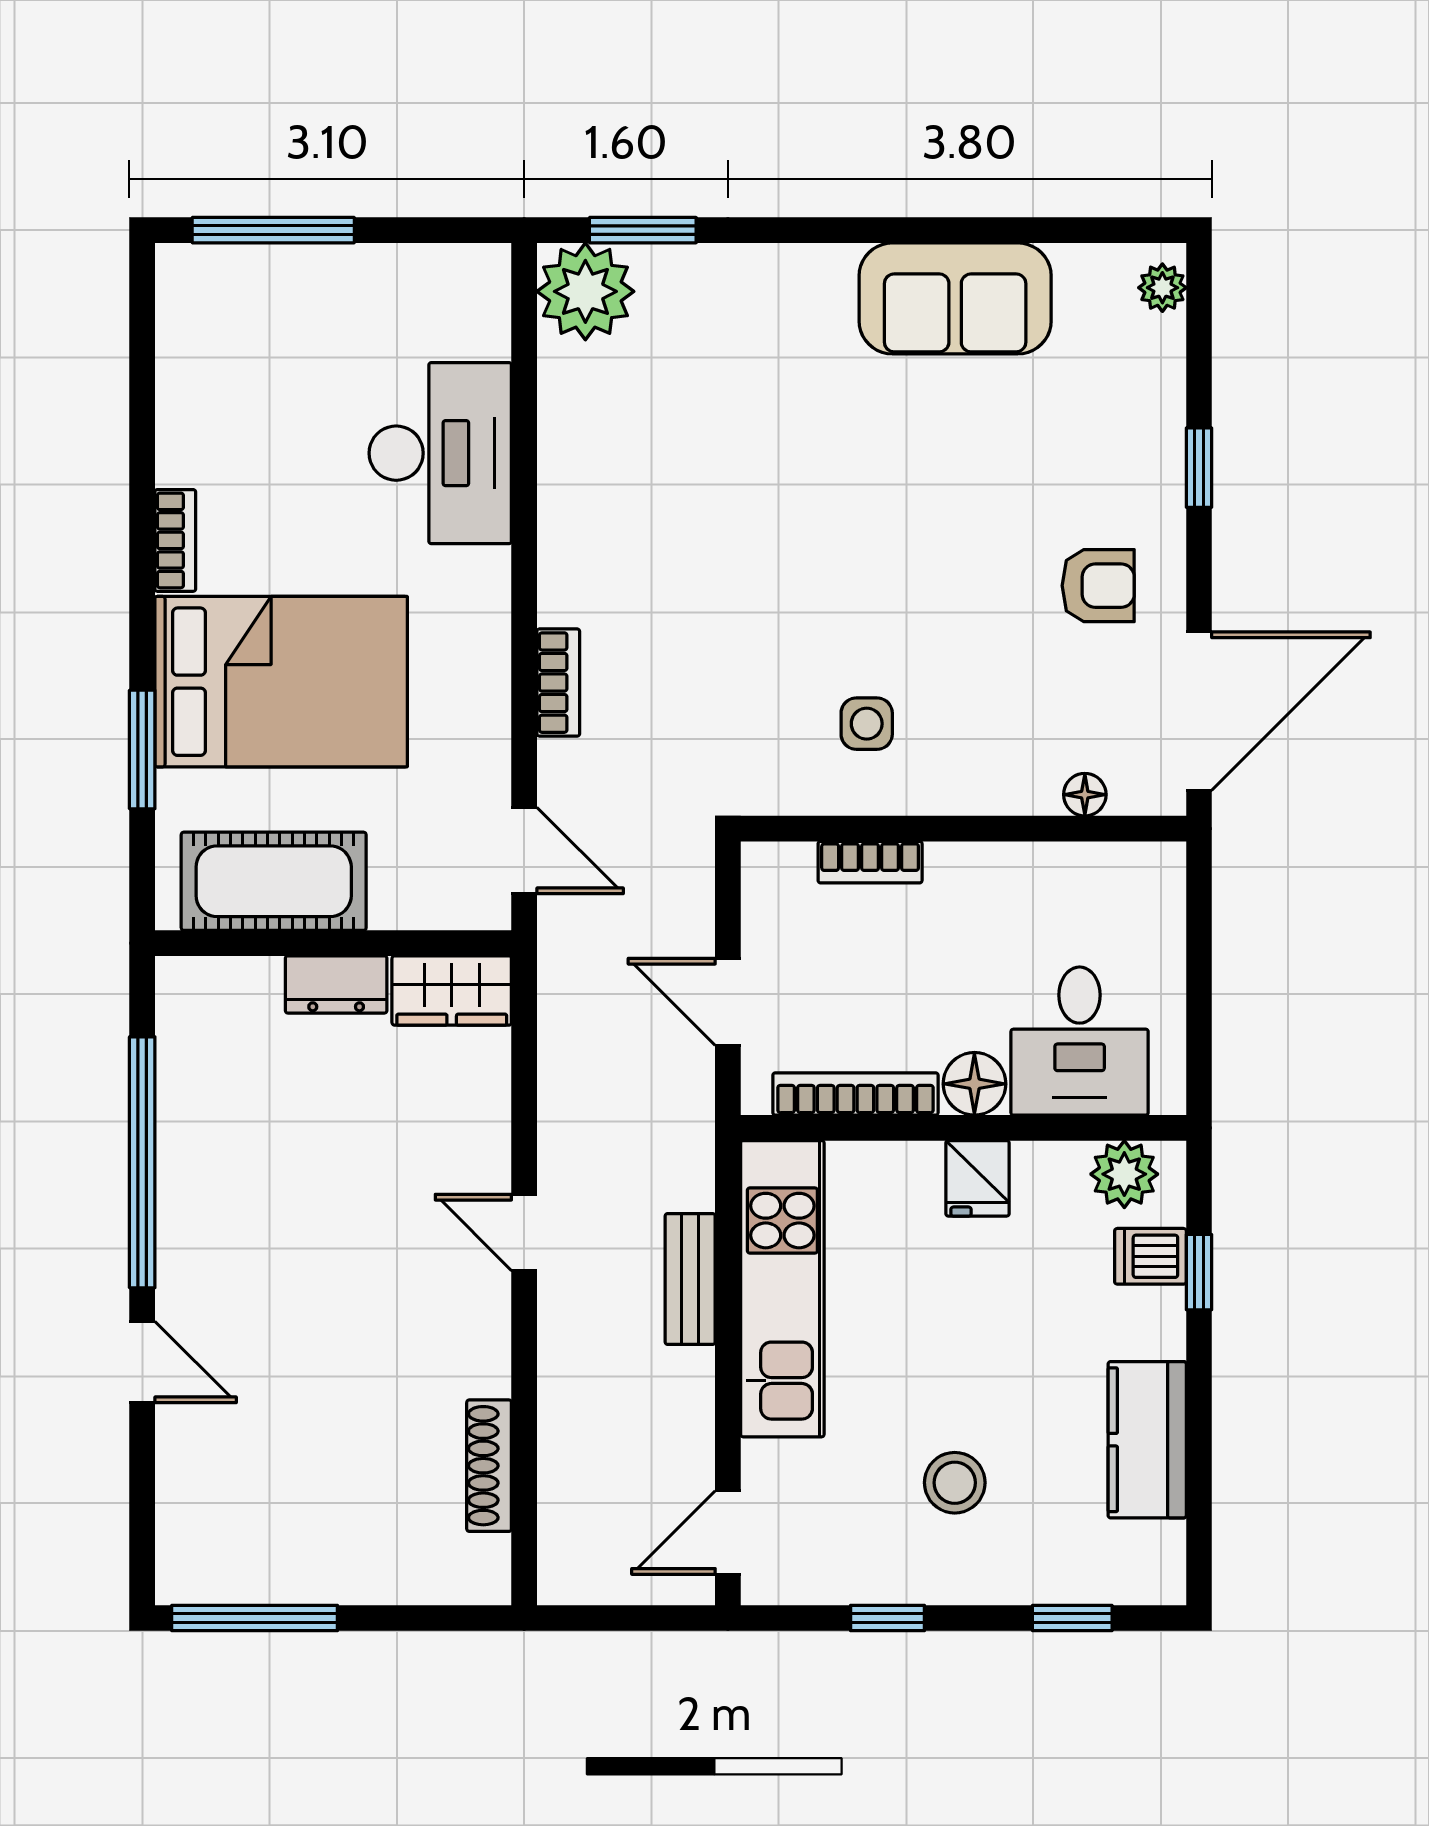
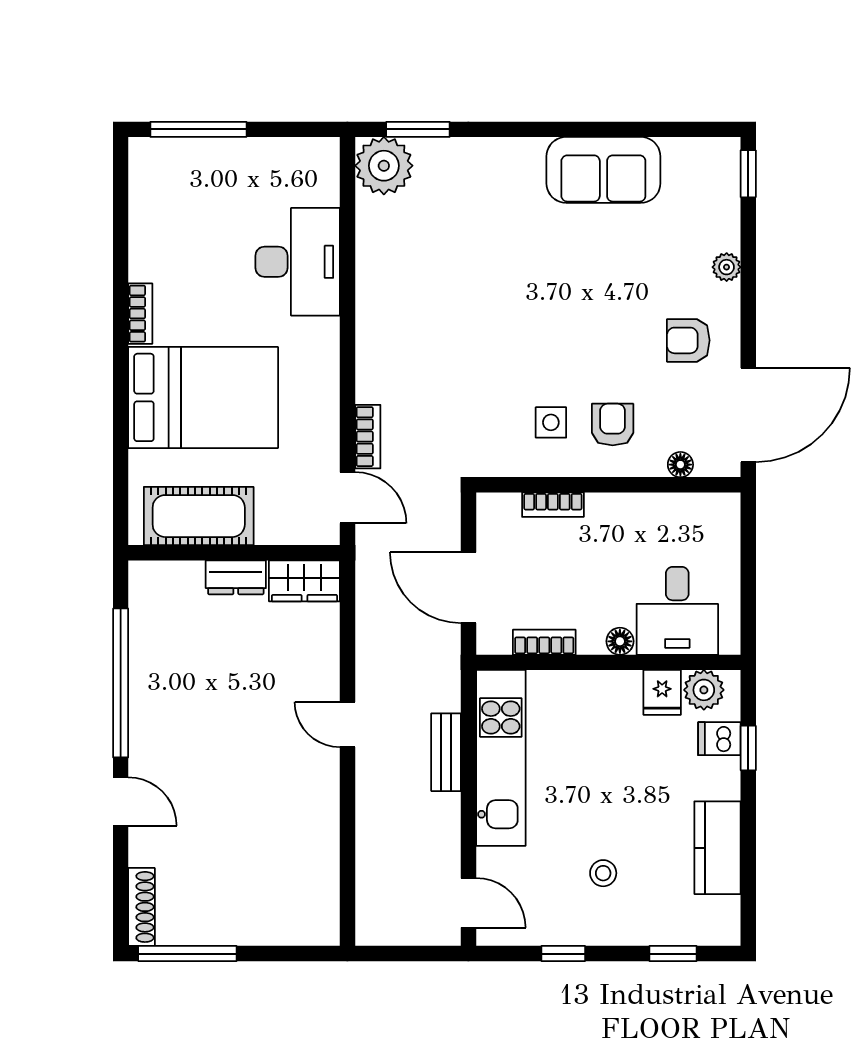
plant: (1162, 288) -> (727, 267), moved
window: (1199, 468) -> (748, 174), moved
armchair: (1098, 586) -> (688, 340), turned 180
bookcase: (558, 683) -> (368, 437), moved
armchair: (971, 727) -> (613, 425), added
window: (142, 749) -> (121, 438), removed
door: (728, 1002) -> (468, 588), width x1.38
floor lamp: (974, 1084) -> (620, 641), width x0.73, depth x0.73
bookcase: (855, 1094) -> (544, 642), width x0.64
fridge: (977, 1178) -> (662, 692), moved
shoe rack: (489, 1466) -> (141, 907), moved, turned 180
stool: (955, 1483) -> (603, 873), width x0.73, depth x0.73
door: (728, 1533) -> (468, 903), swing flipped

